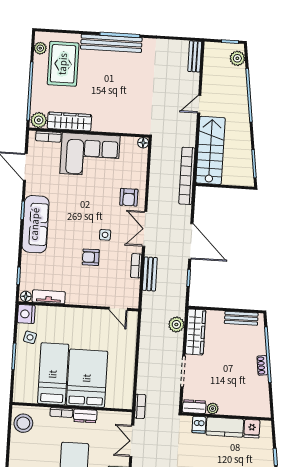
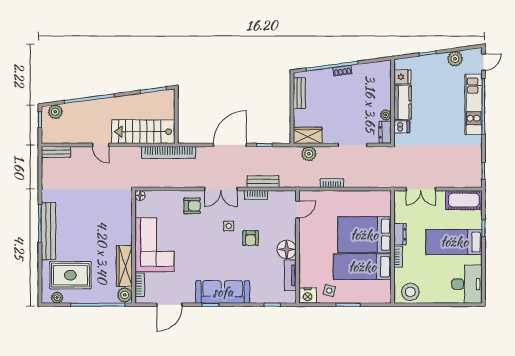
floor lamp: (26, 296) -> (287, 249), moved, width x1.89, depth x1.89
wardrobe: (196, 332) -> (308, 135), width x0.67
bookcase: (140, 406) -> (332, 183), moved

